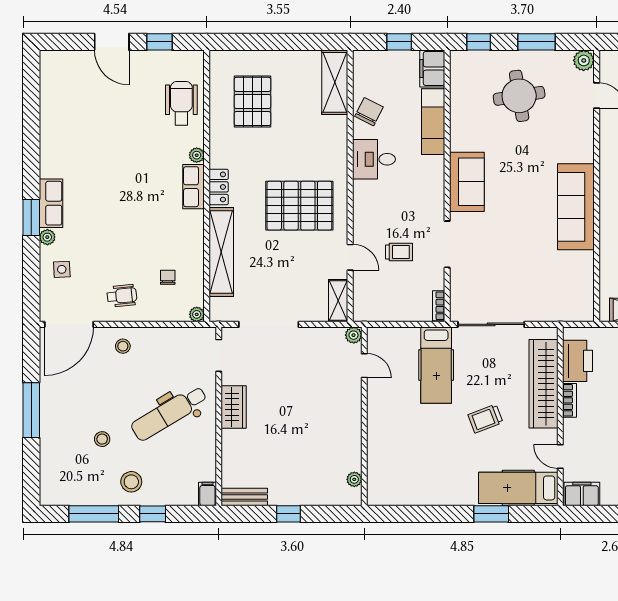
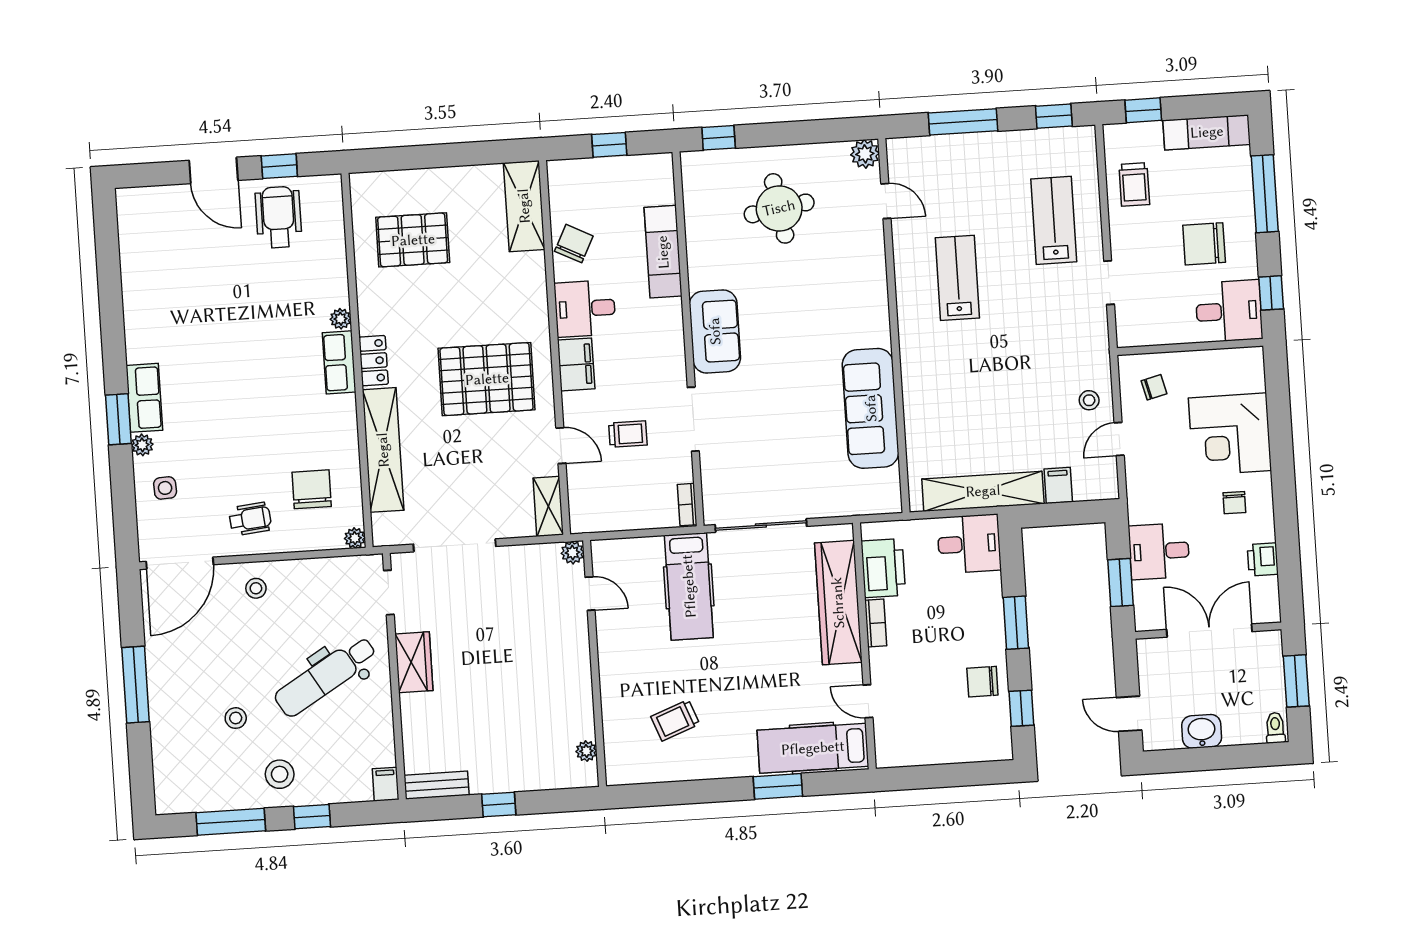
window: (537, 42) -> (798, 133), removed
filing cabinet: (432, 69) -> (576, 364), moved, turned 180
pallet: (252, 101) -> (413, 240), turned 90
wheelchair: (181, 103) -> (278, 217), moved
sofa: (576, 207) -> (871, 408), moved
chair: (168, 277) -> (312, 489), width x1.87, depth x1.87
trolley: (485, 419) -> (675, 720), moved
filing cabinet: (582, 494) -> (901, 751), removed

